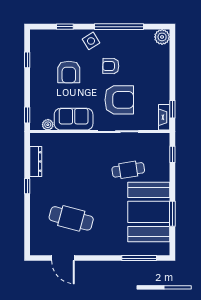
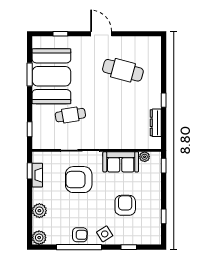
armchair: (111, 66) -> (80, 235), moved
plant: (162, 66) -> (39, 211), added
fireplace: (164, 117) -> (37, 175), moved
door: (63, 258) -> (101, 34), moved
window: (139, 258) -> (60, 34), width x0.46

